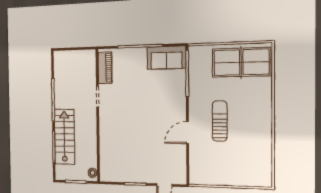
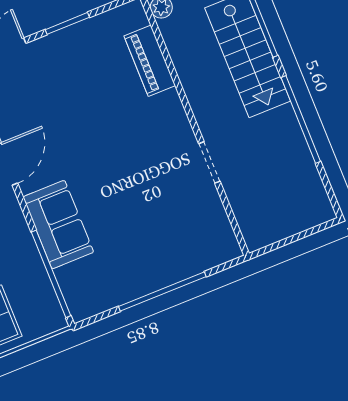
sofa: (166, 58) -> (58, 225), moved, turned 90
piano: (105, 68) -> (150, 61), moved

